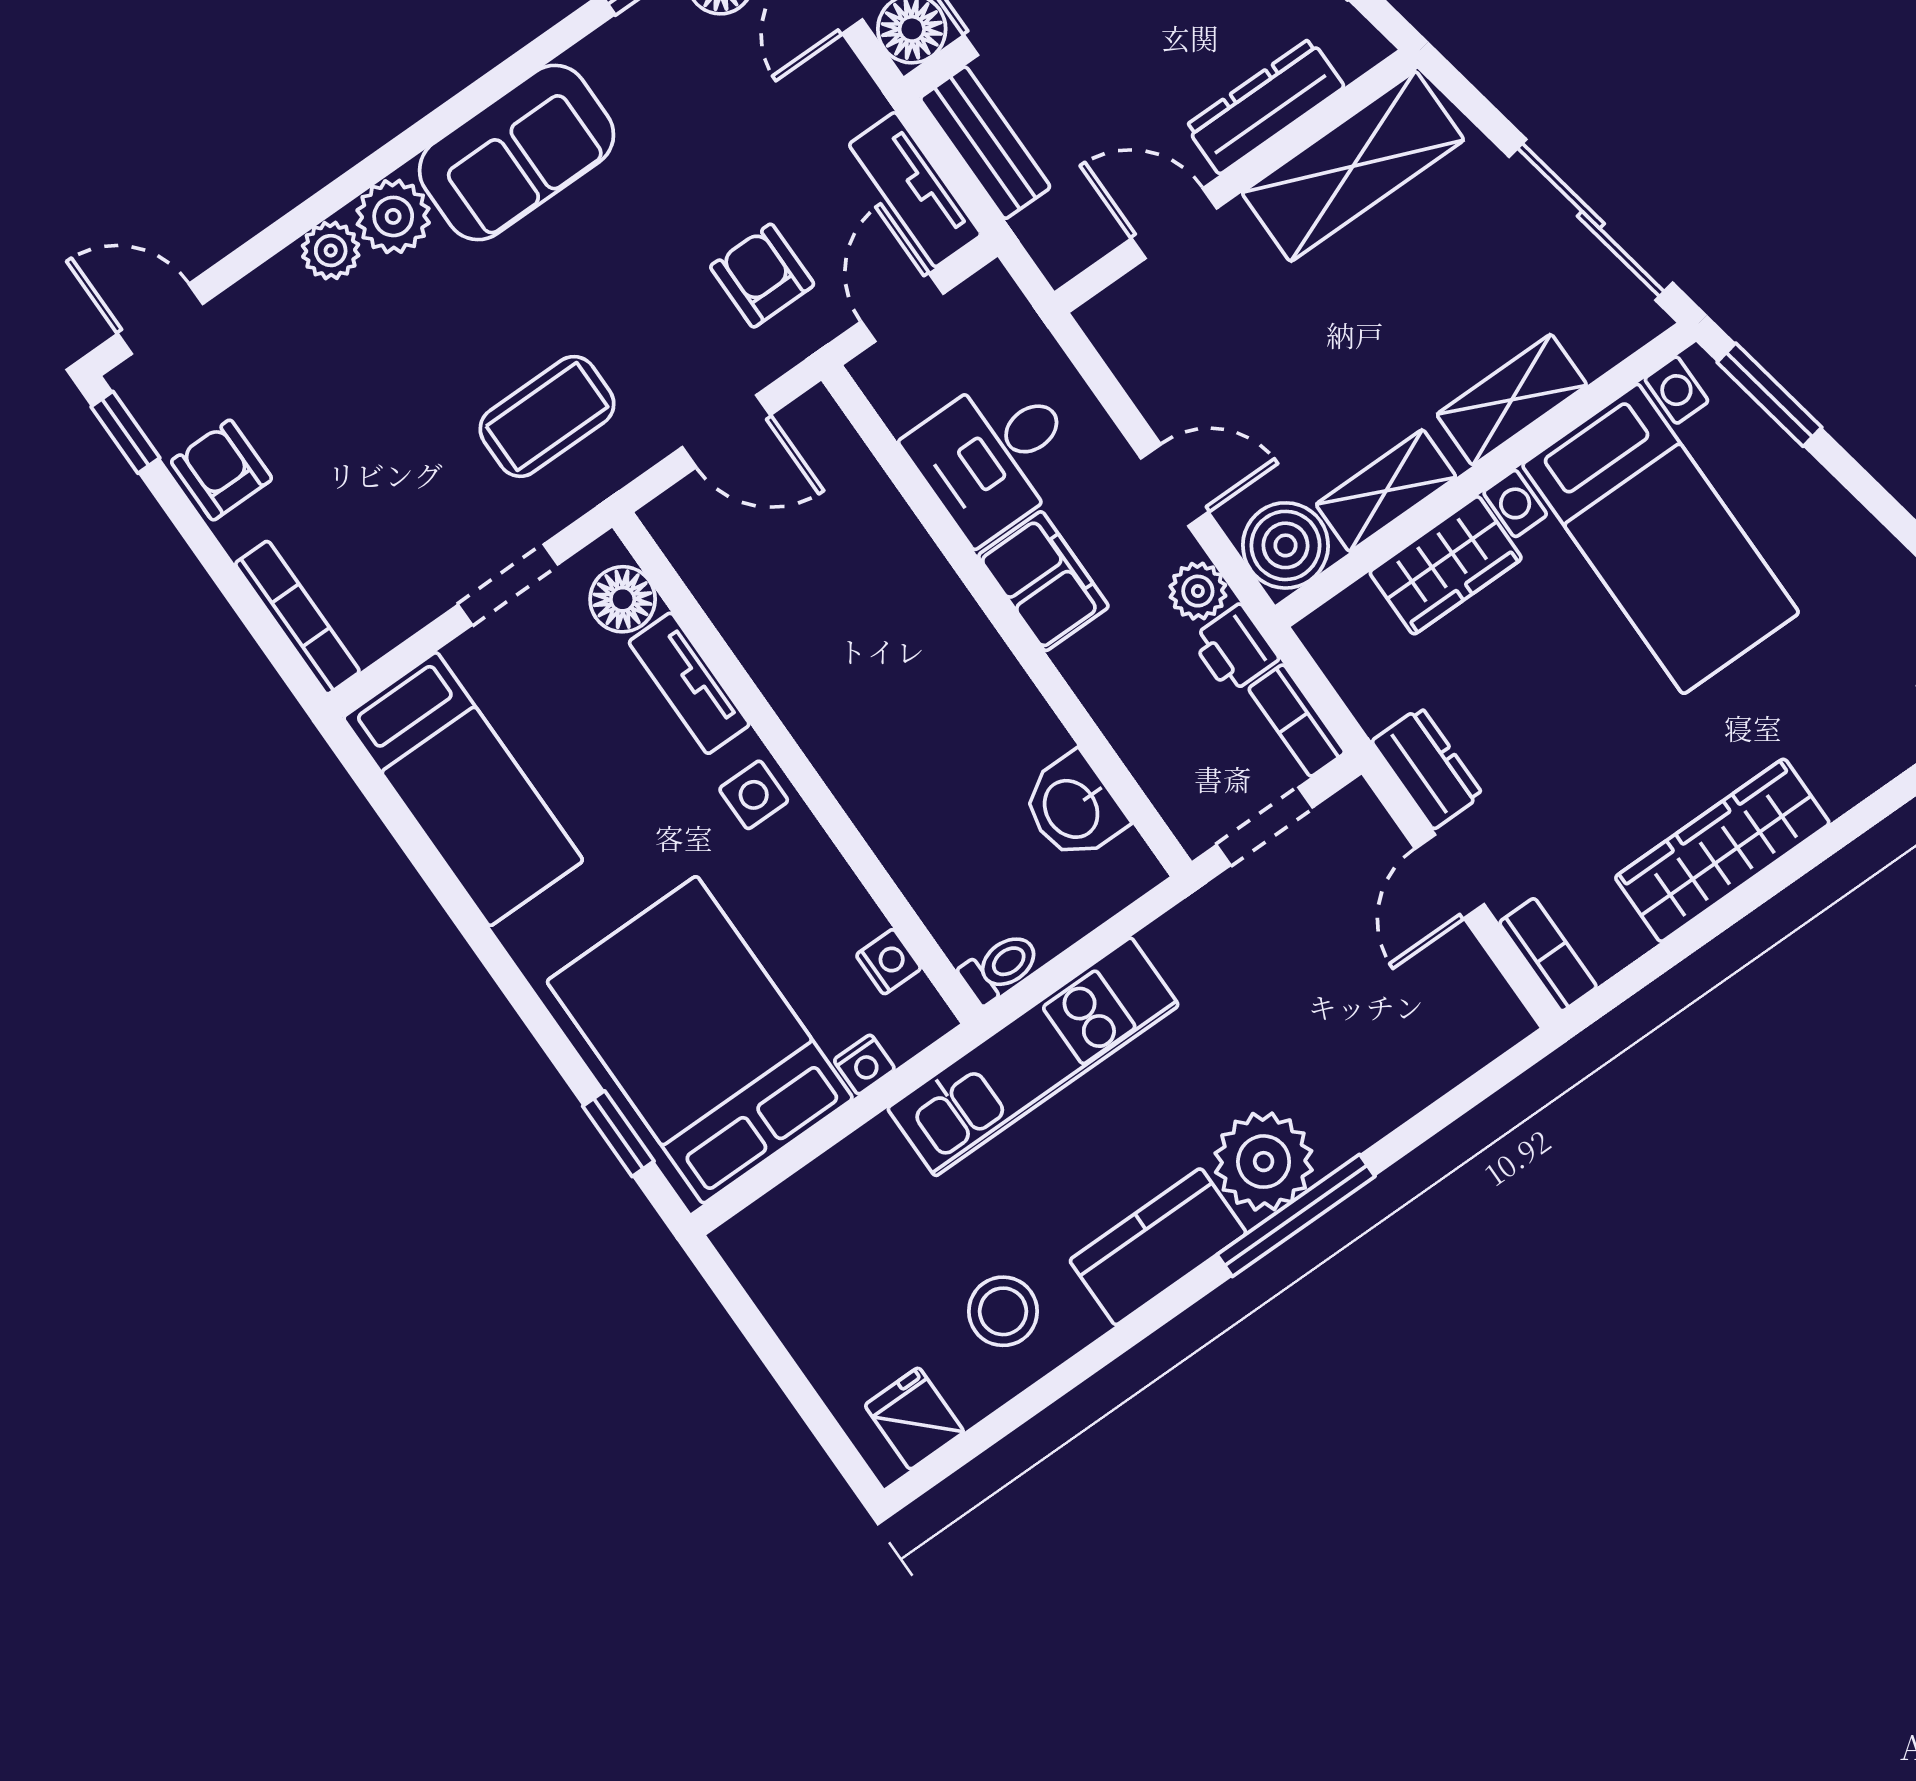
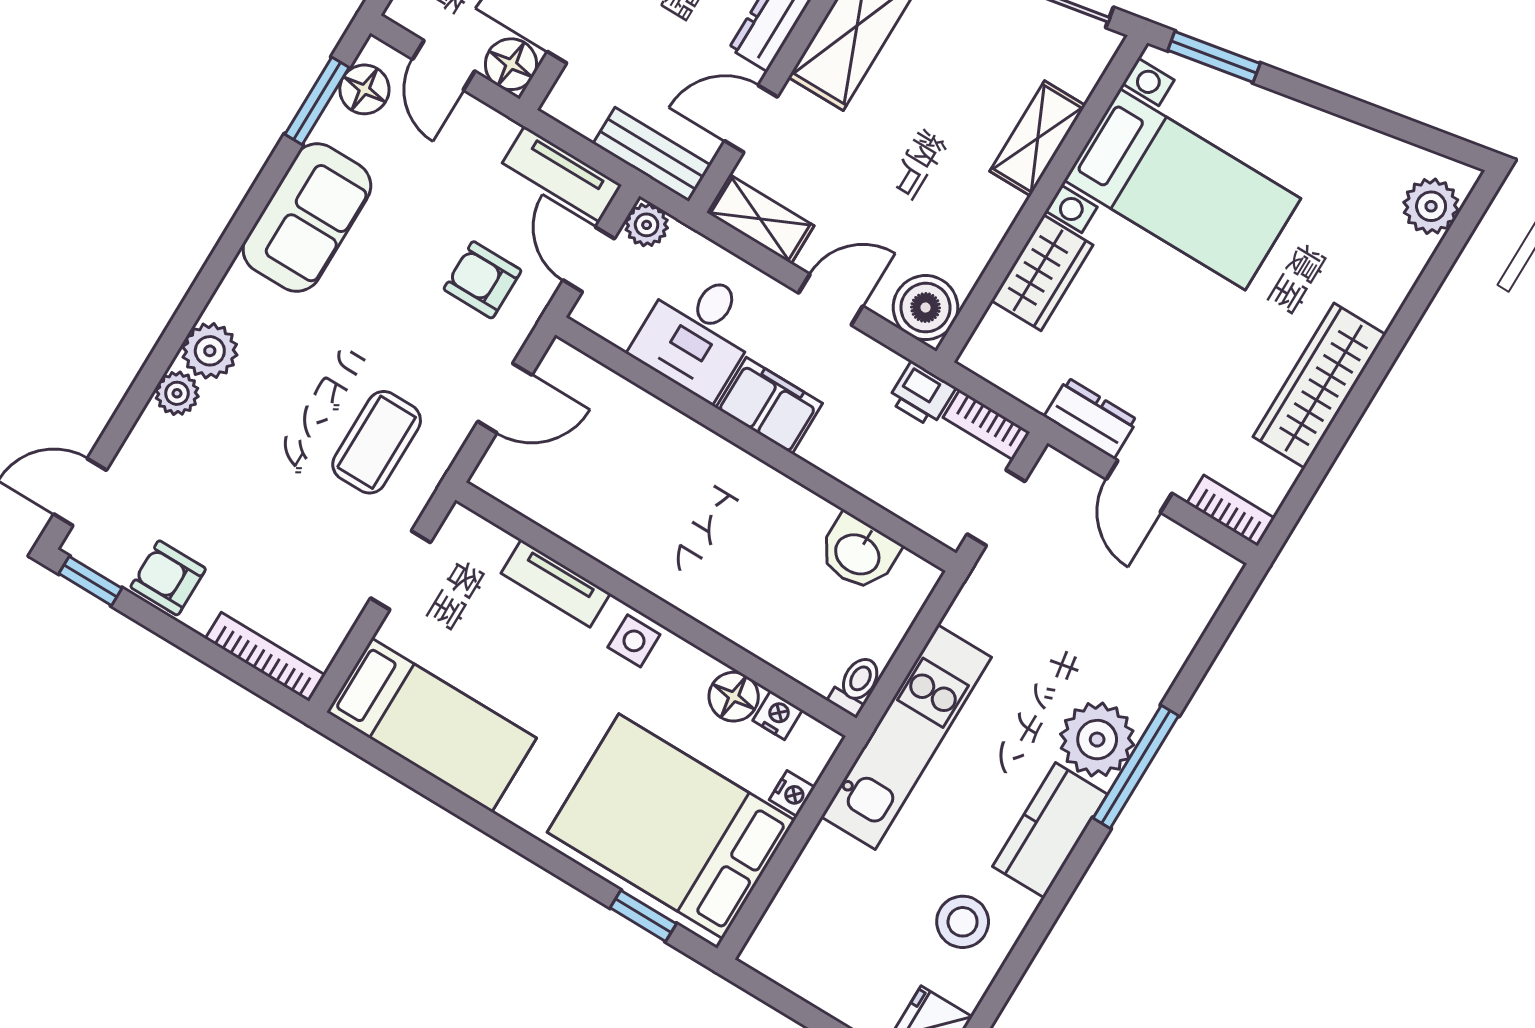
bench: (985, 143) -> (652, 154), moved
sofa: (517, 152) -> (307, 218), moved
shelving: (1386, 491) -> (760, 219), moved, turned 90
plant: (1198, 591) -> (647, 225), moved
floor lamp: (623, 599) -> (734, 697), moved

